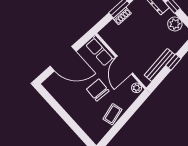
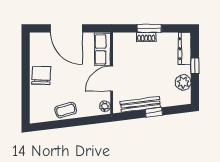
chair: (98, 90) -> (41, 75), moved

